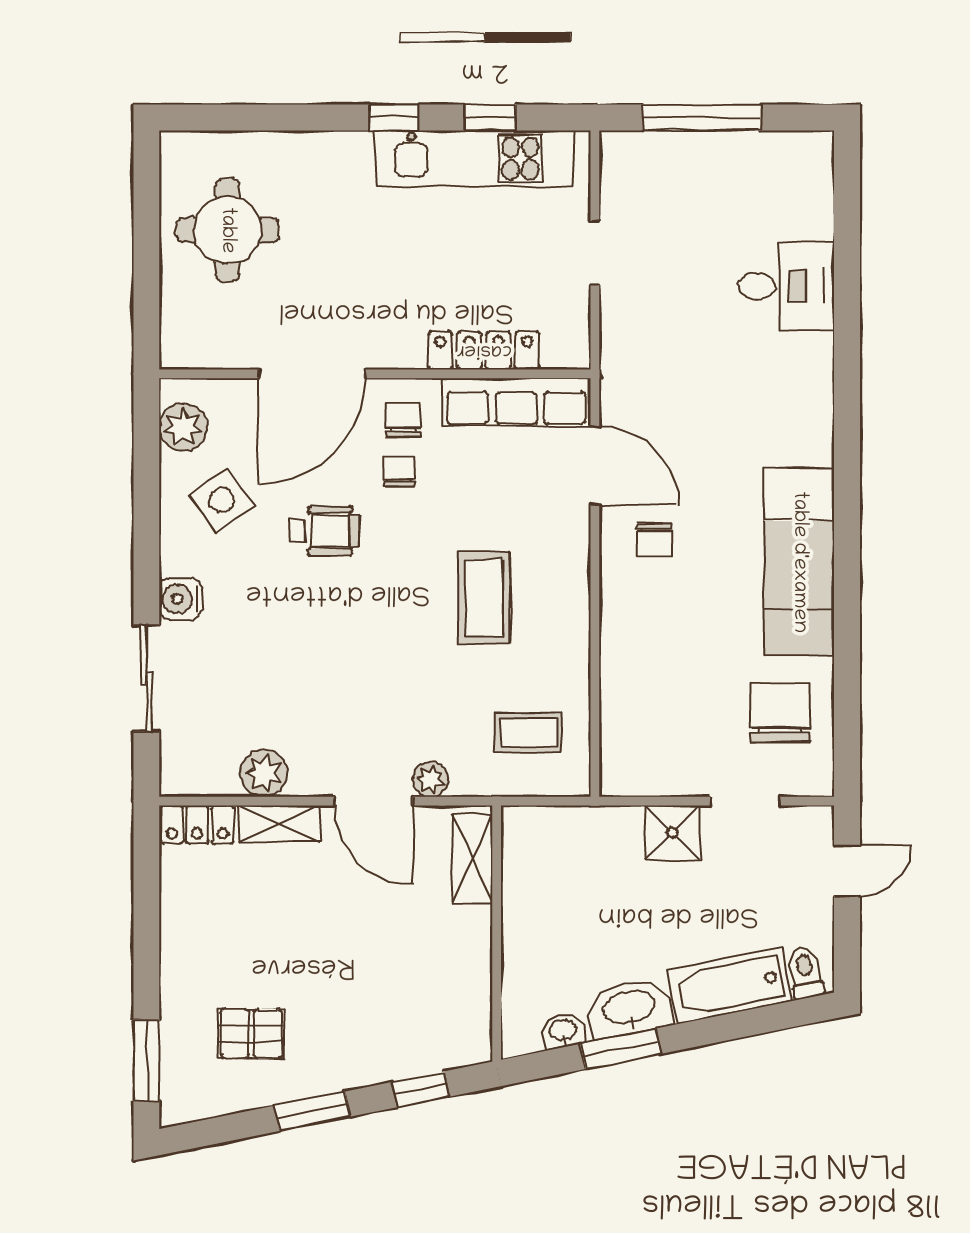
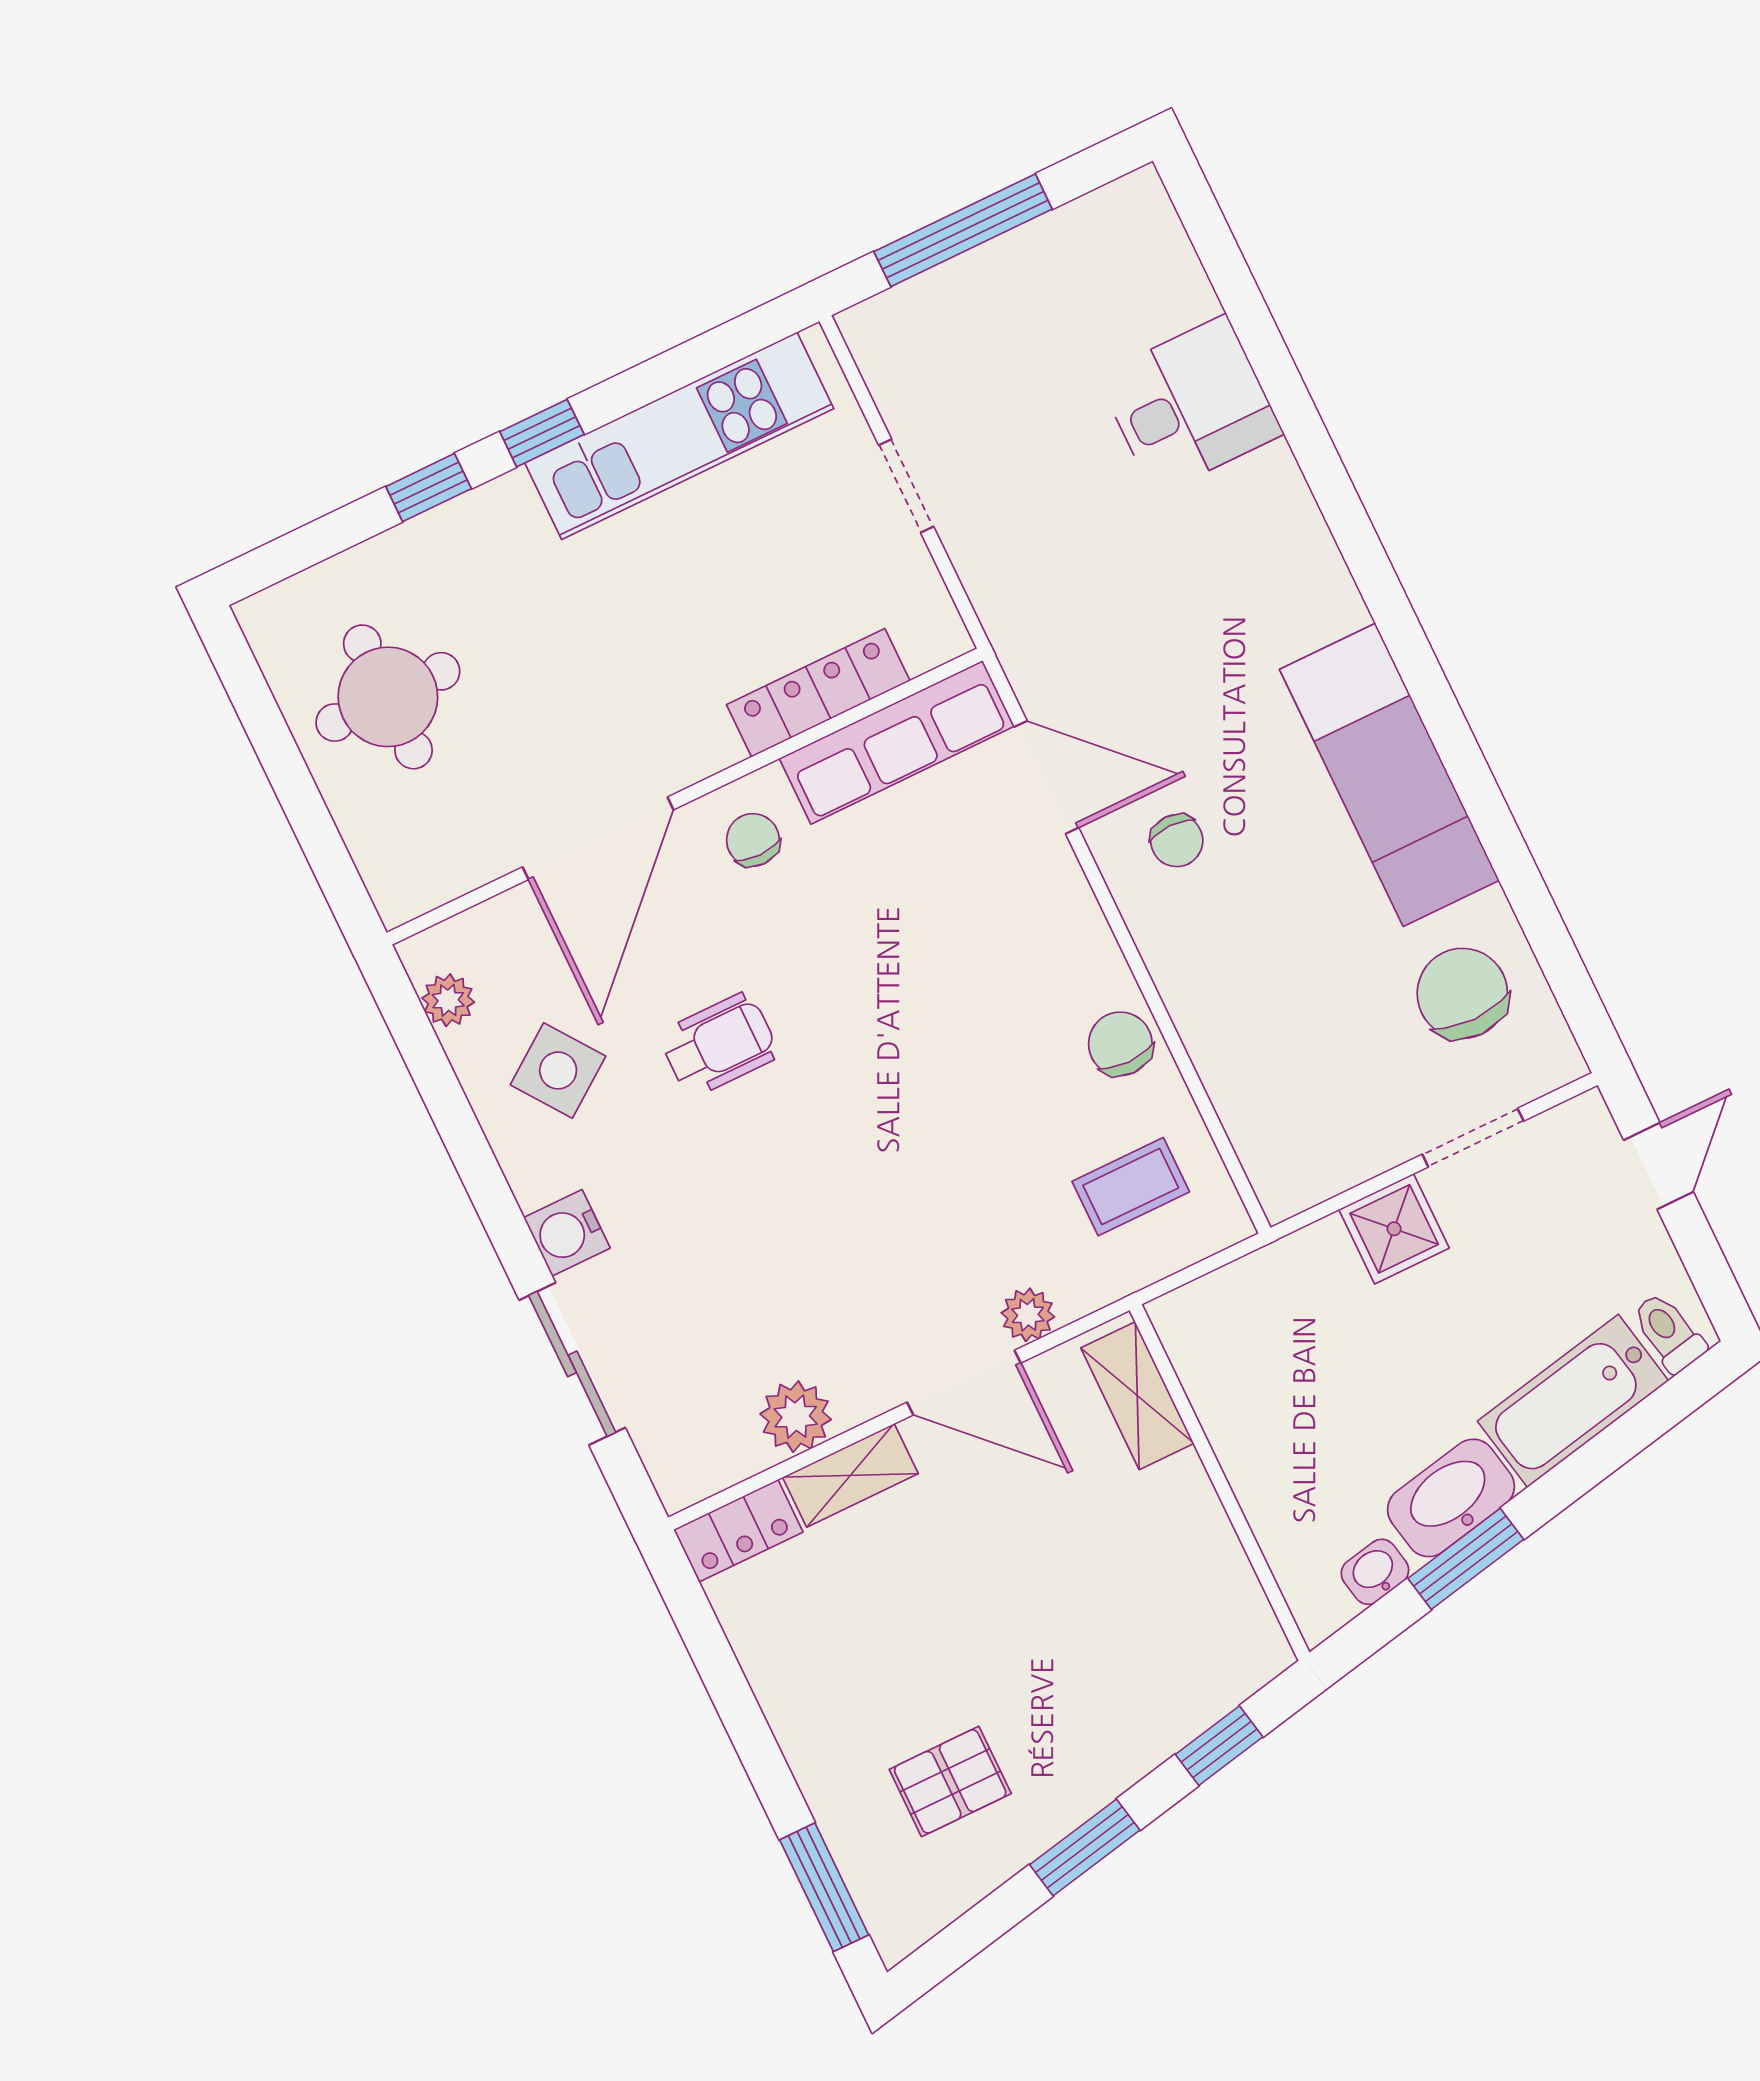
window: (490, 118) -> (429, 488), moved
plant: (183, 427) -> (448, 1000), width x0.73, depth x0.73
chair: (399, 472) -> (1120, 1044), moved, width x1.37, depth x1.37
coffee table: (484, 598) -> (981, 1031), removed

